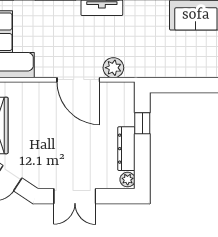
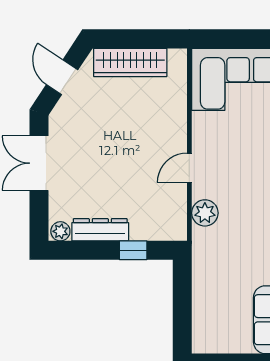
door: (78, 80) -> (189, 168), width x0.53

